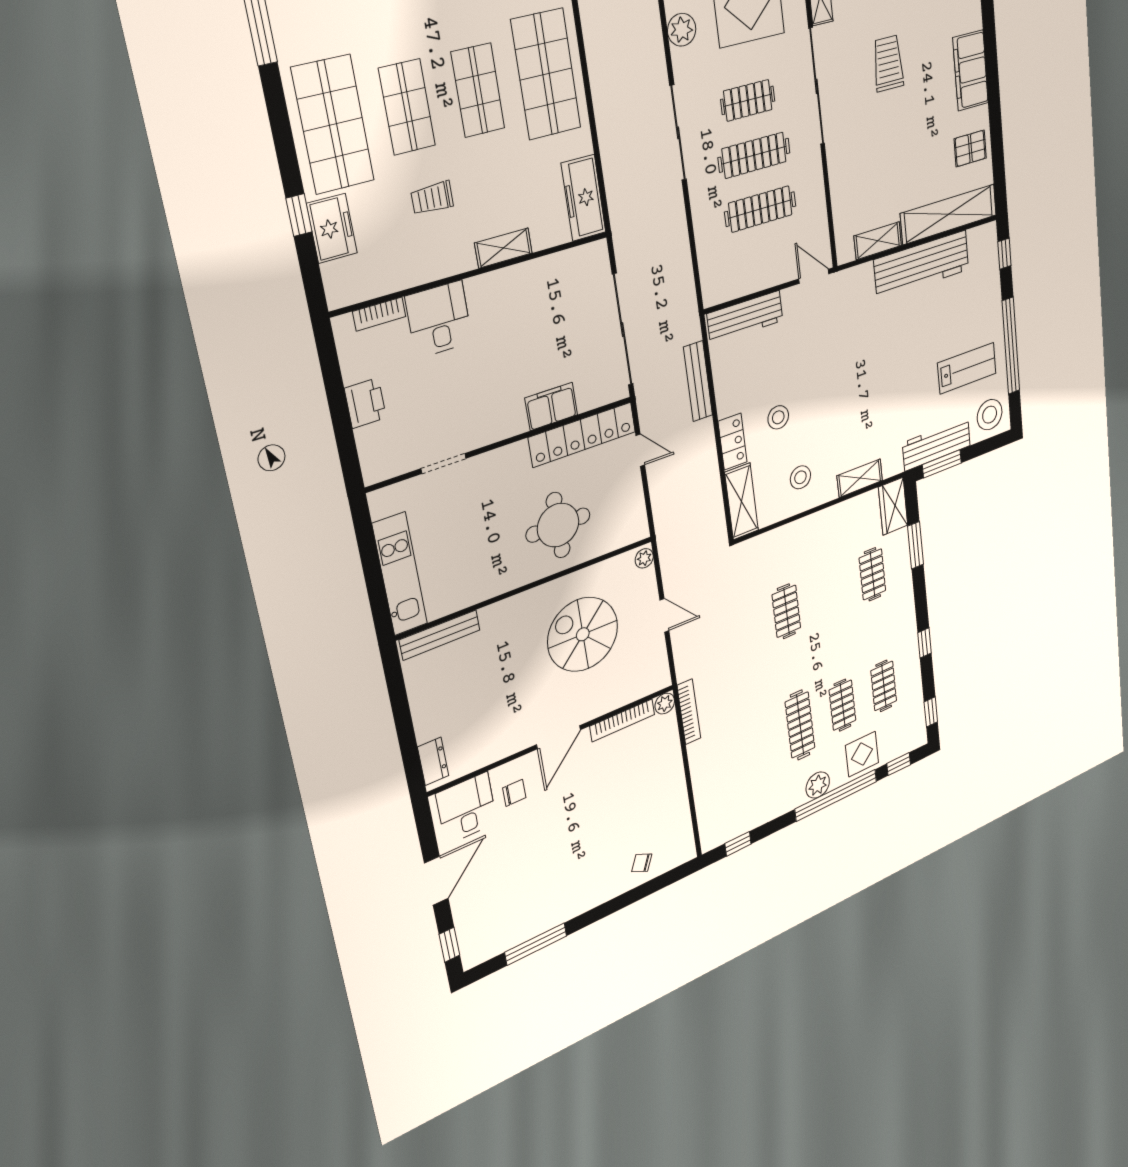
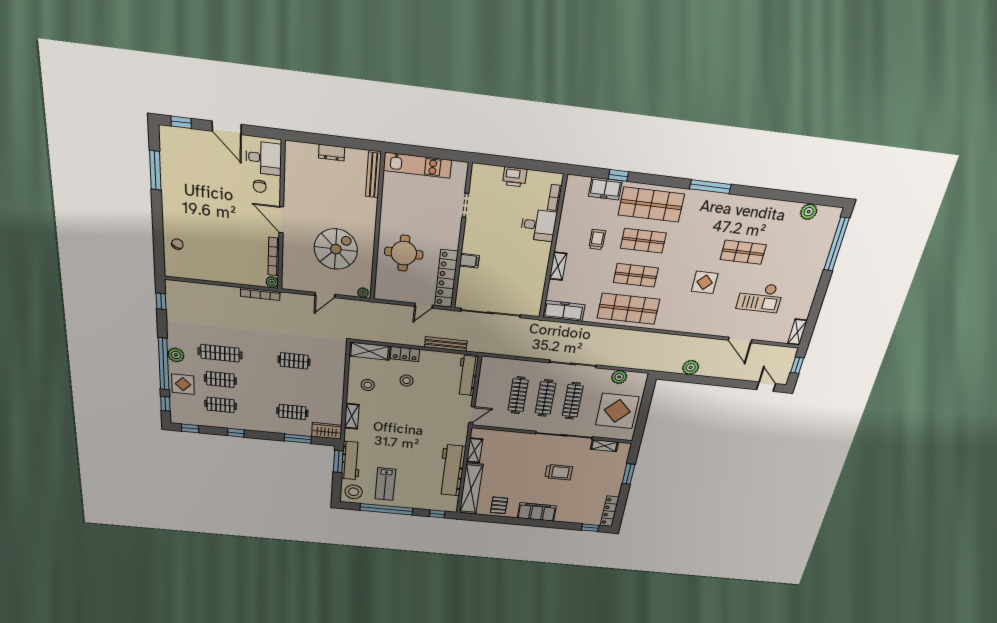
clothes rail: (748, 100) -> (573, 401), width x1.36
filing cabinet: (551, 406) -> (469, 261), width x0.50
dresser: (433, 761) -> (332, 153), moved

